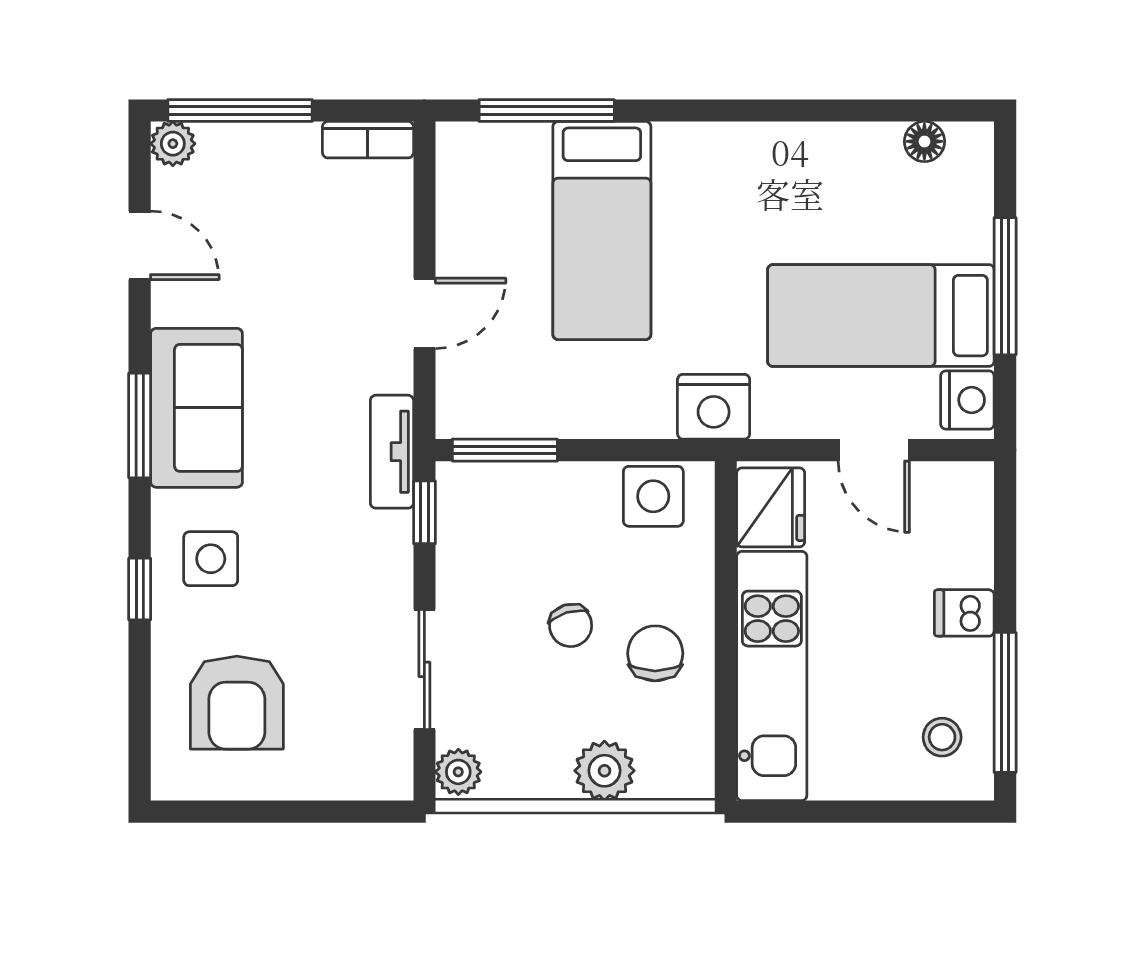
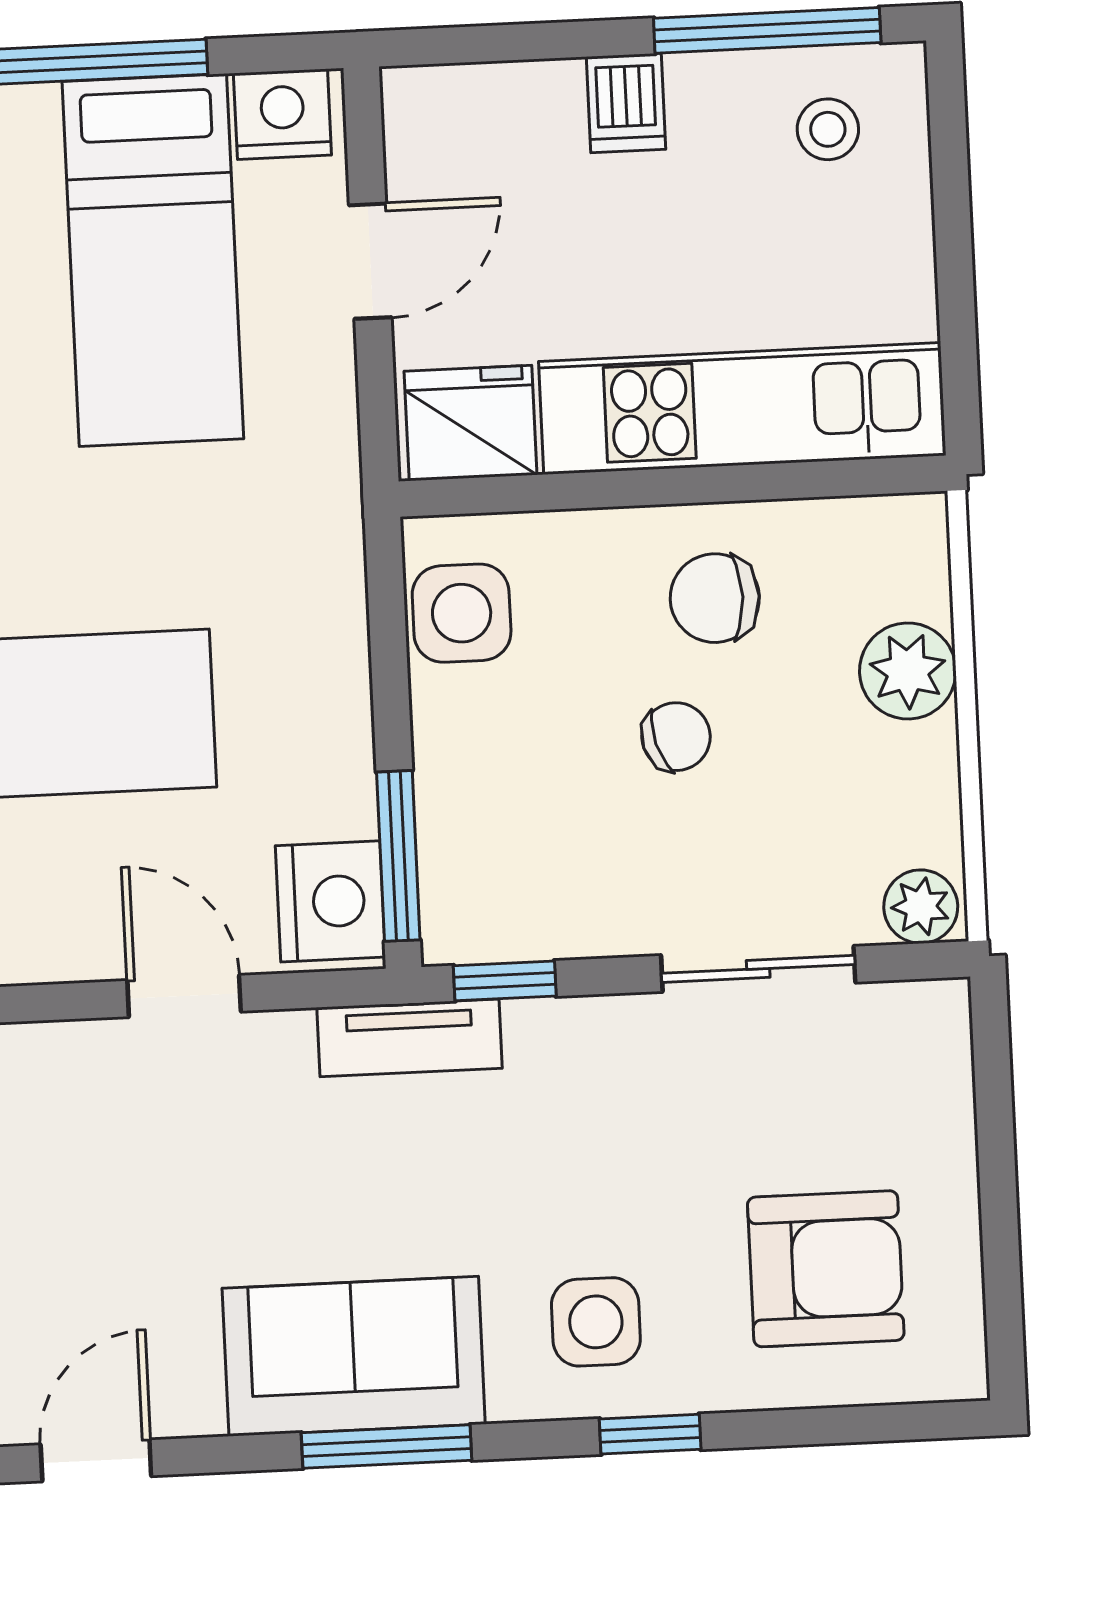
nightstand: (714, 407) -> (330, 901), moved

